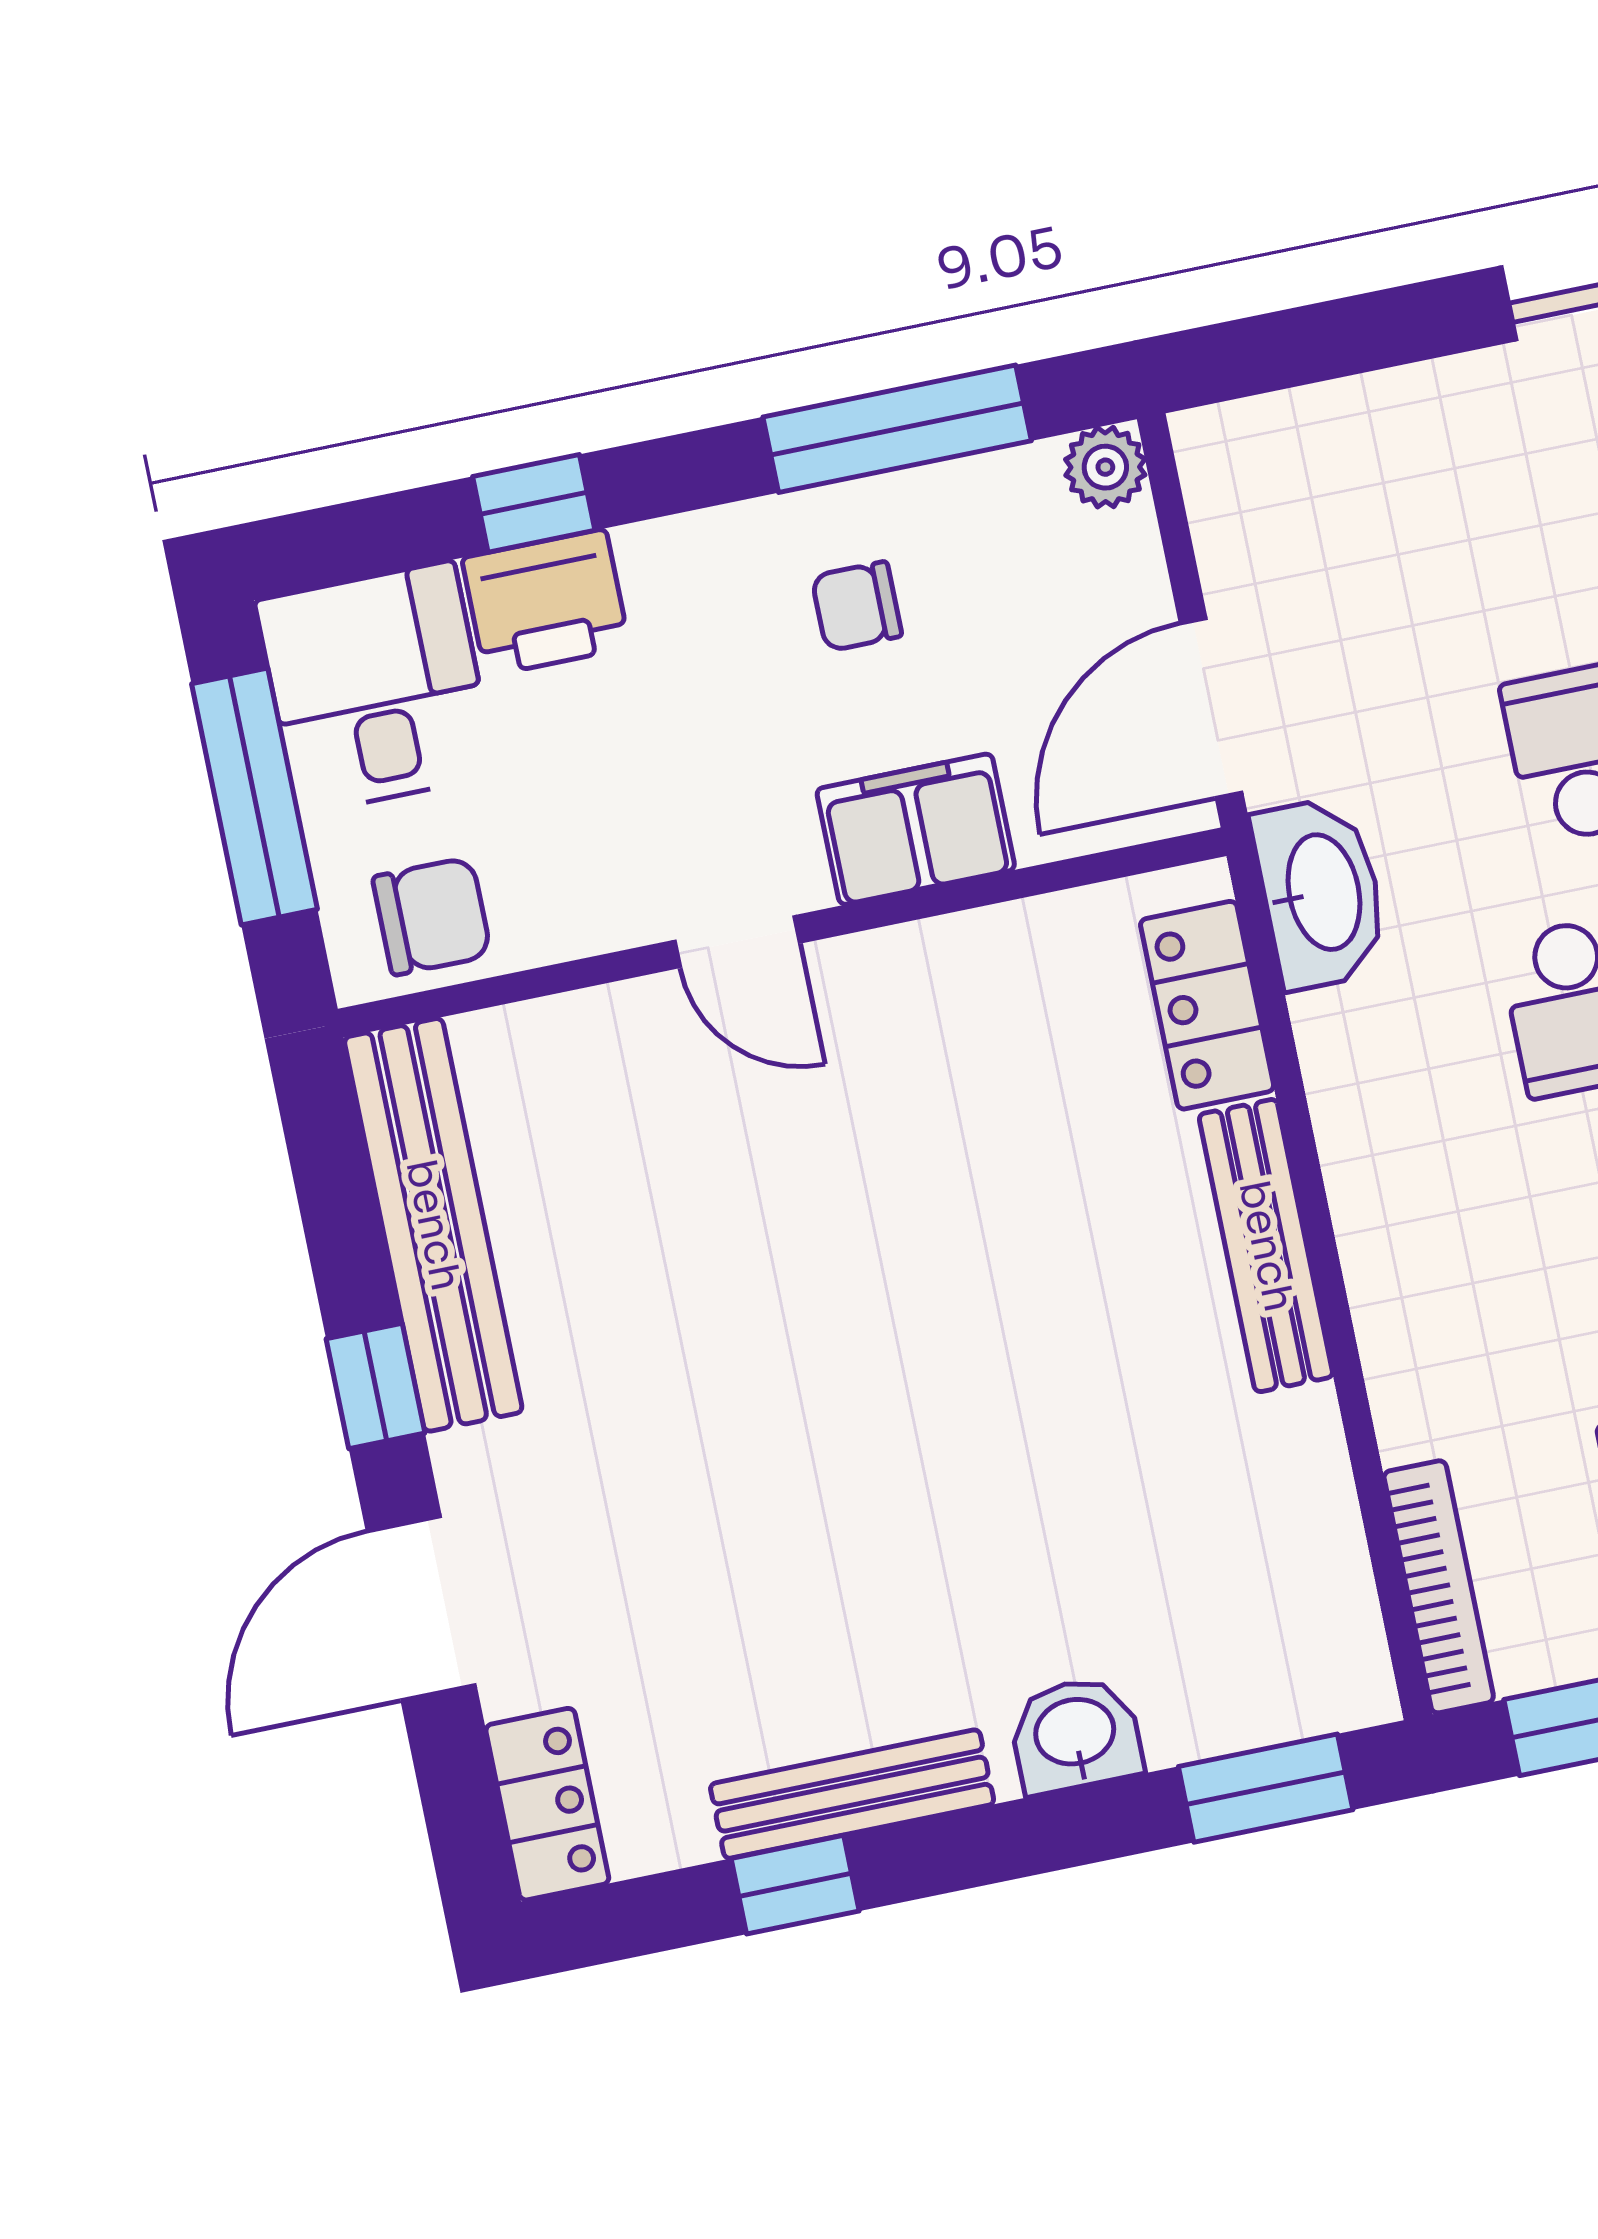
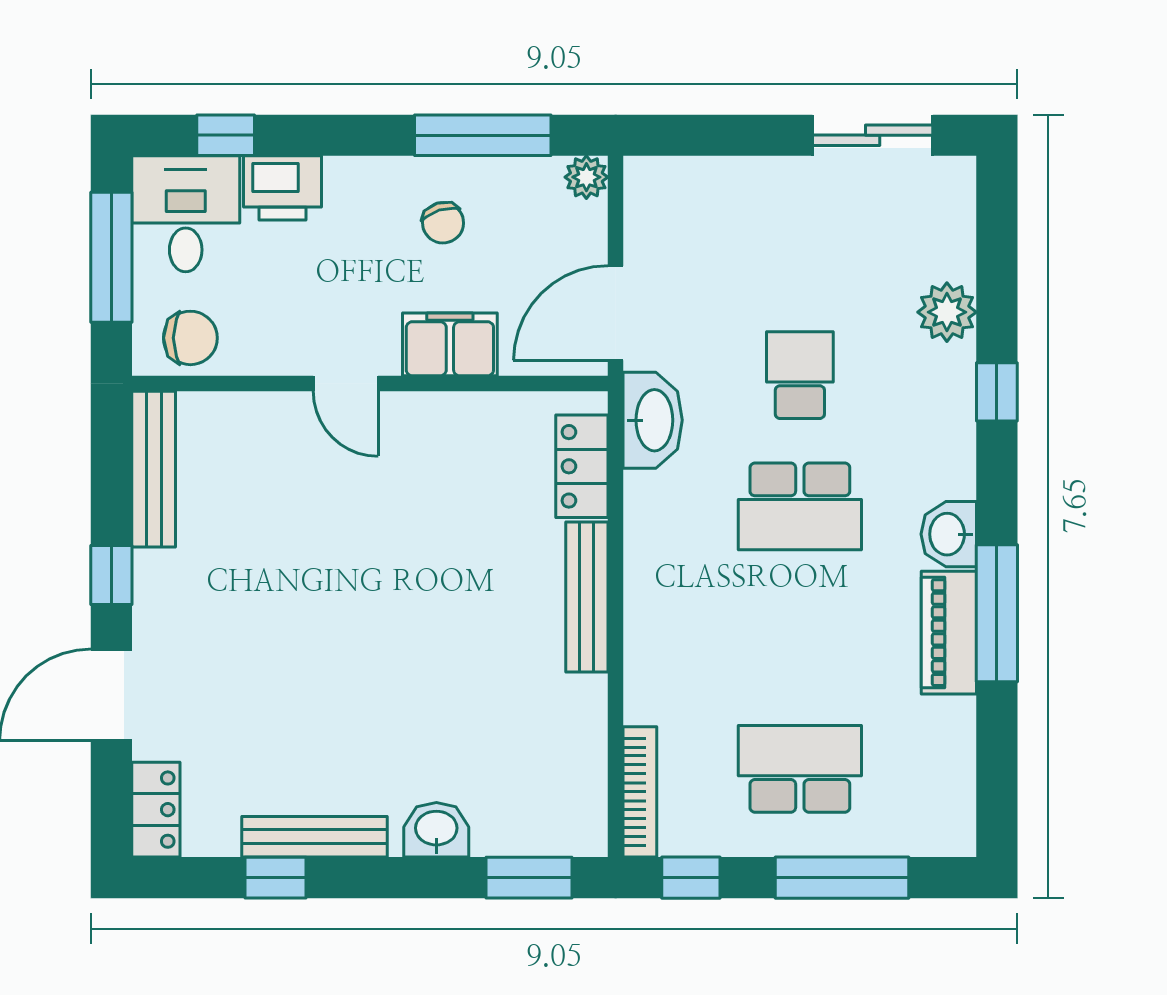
window: (534, 503) -> (226, 135), moved
chair: (857, 606) -> (443, 223), turned -107
bench: (433, 1225) -> (154, 469), width x0.73, depth x0.82

